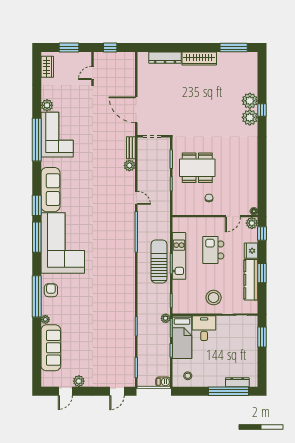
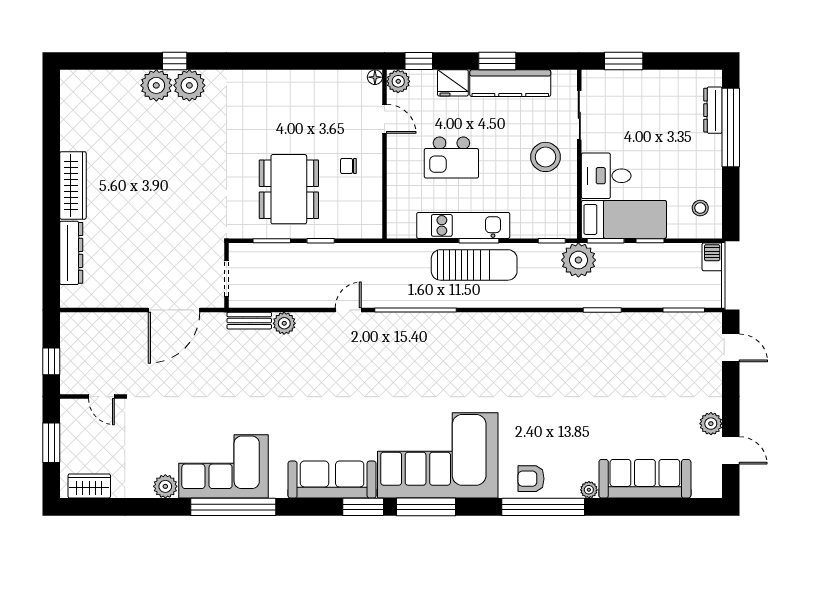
window: (234, 48) -> (51, 117), removed
sun lounger: (159, 261) -> (474, 265), turned 180
plant: (166, 318) -> (578, 260), width x1.87, depth x1.87

